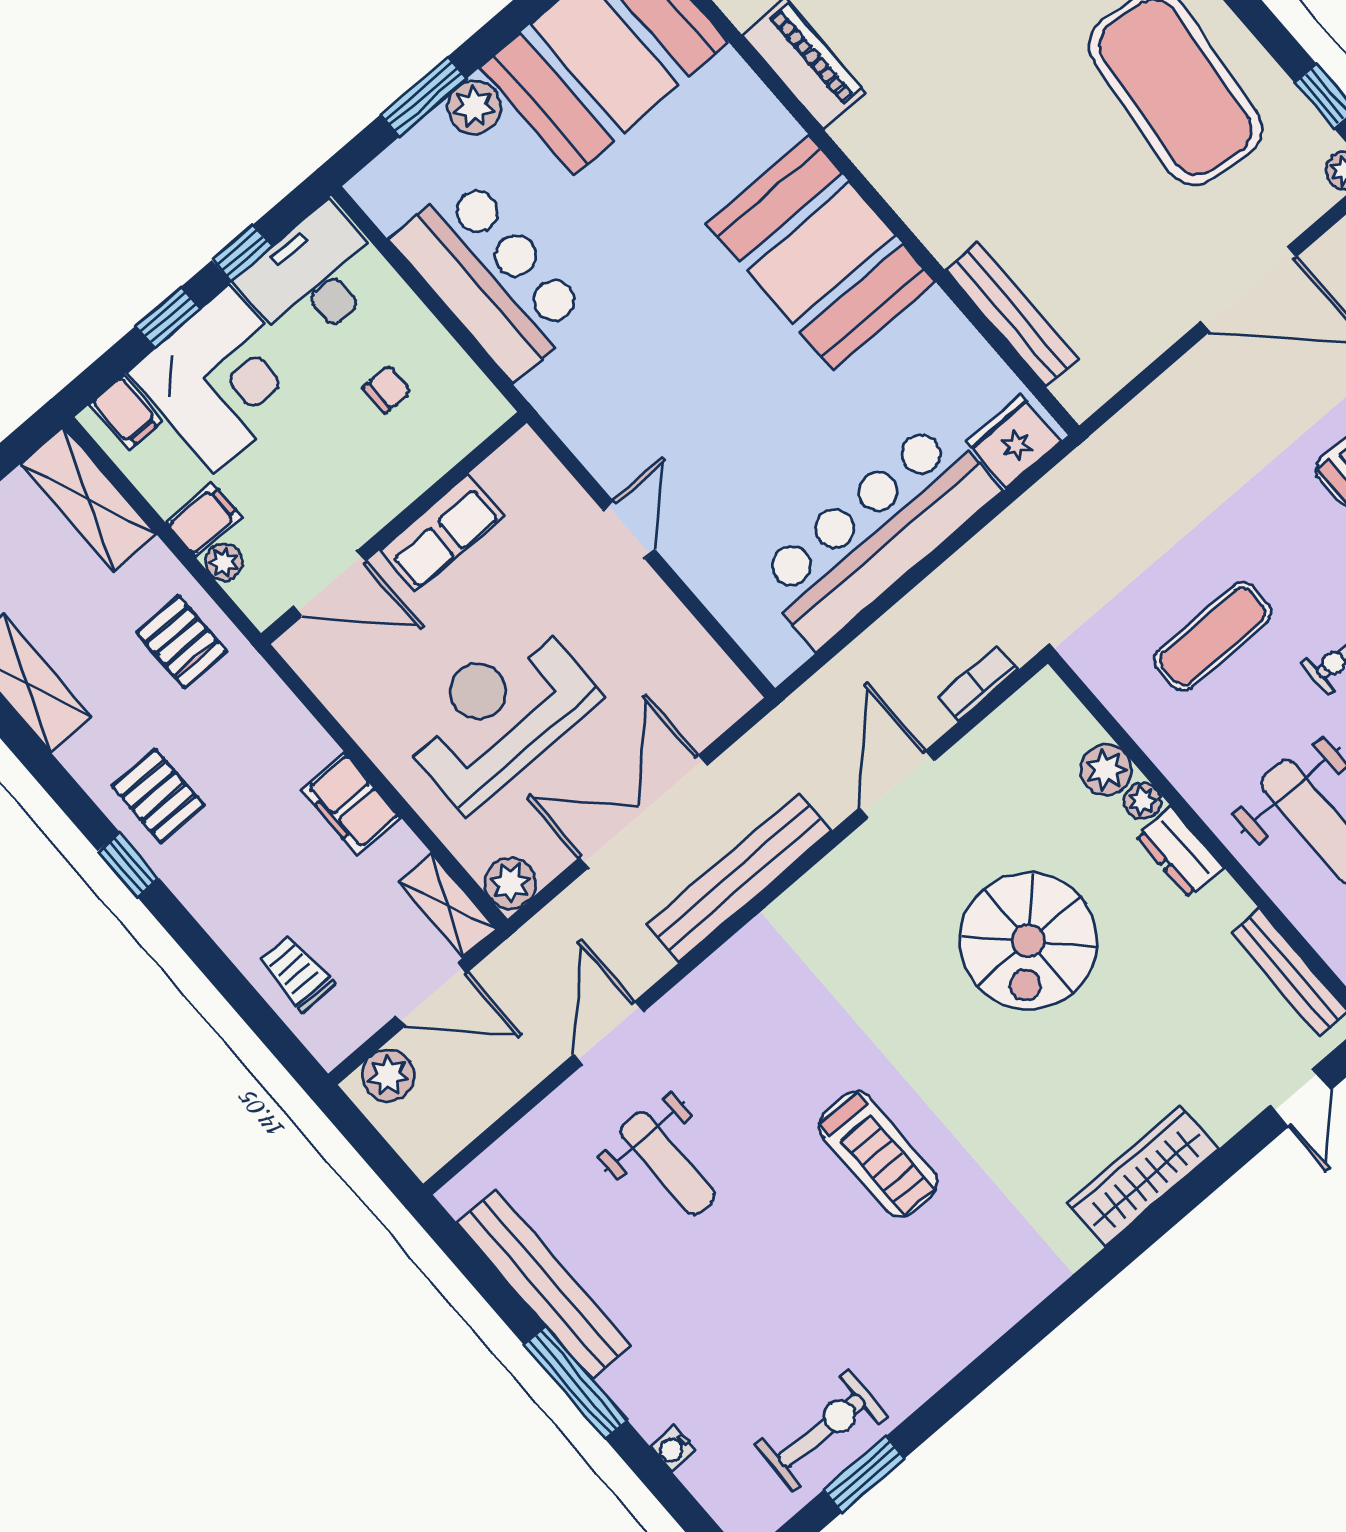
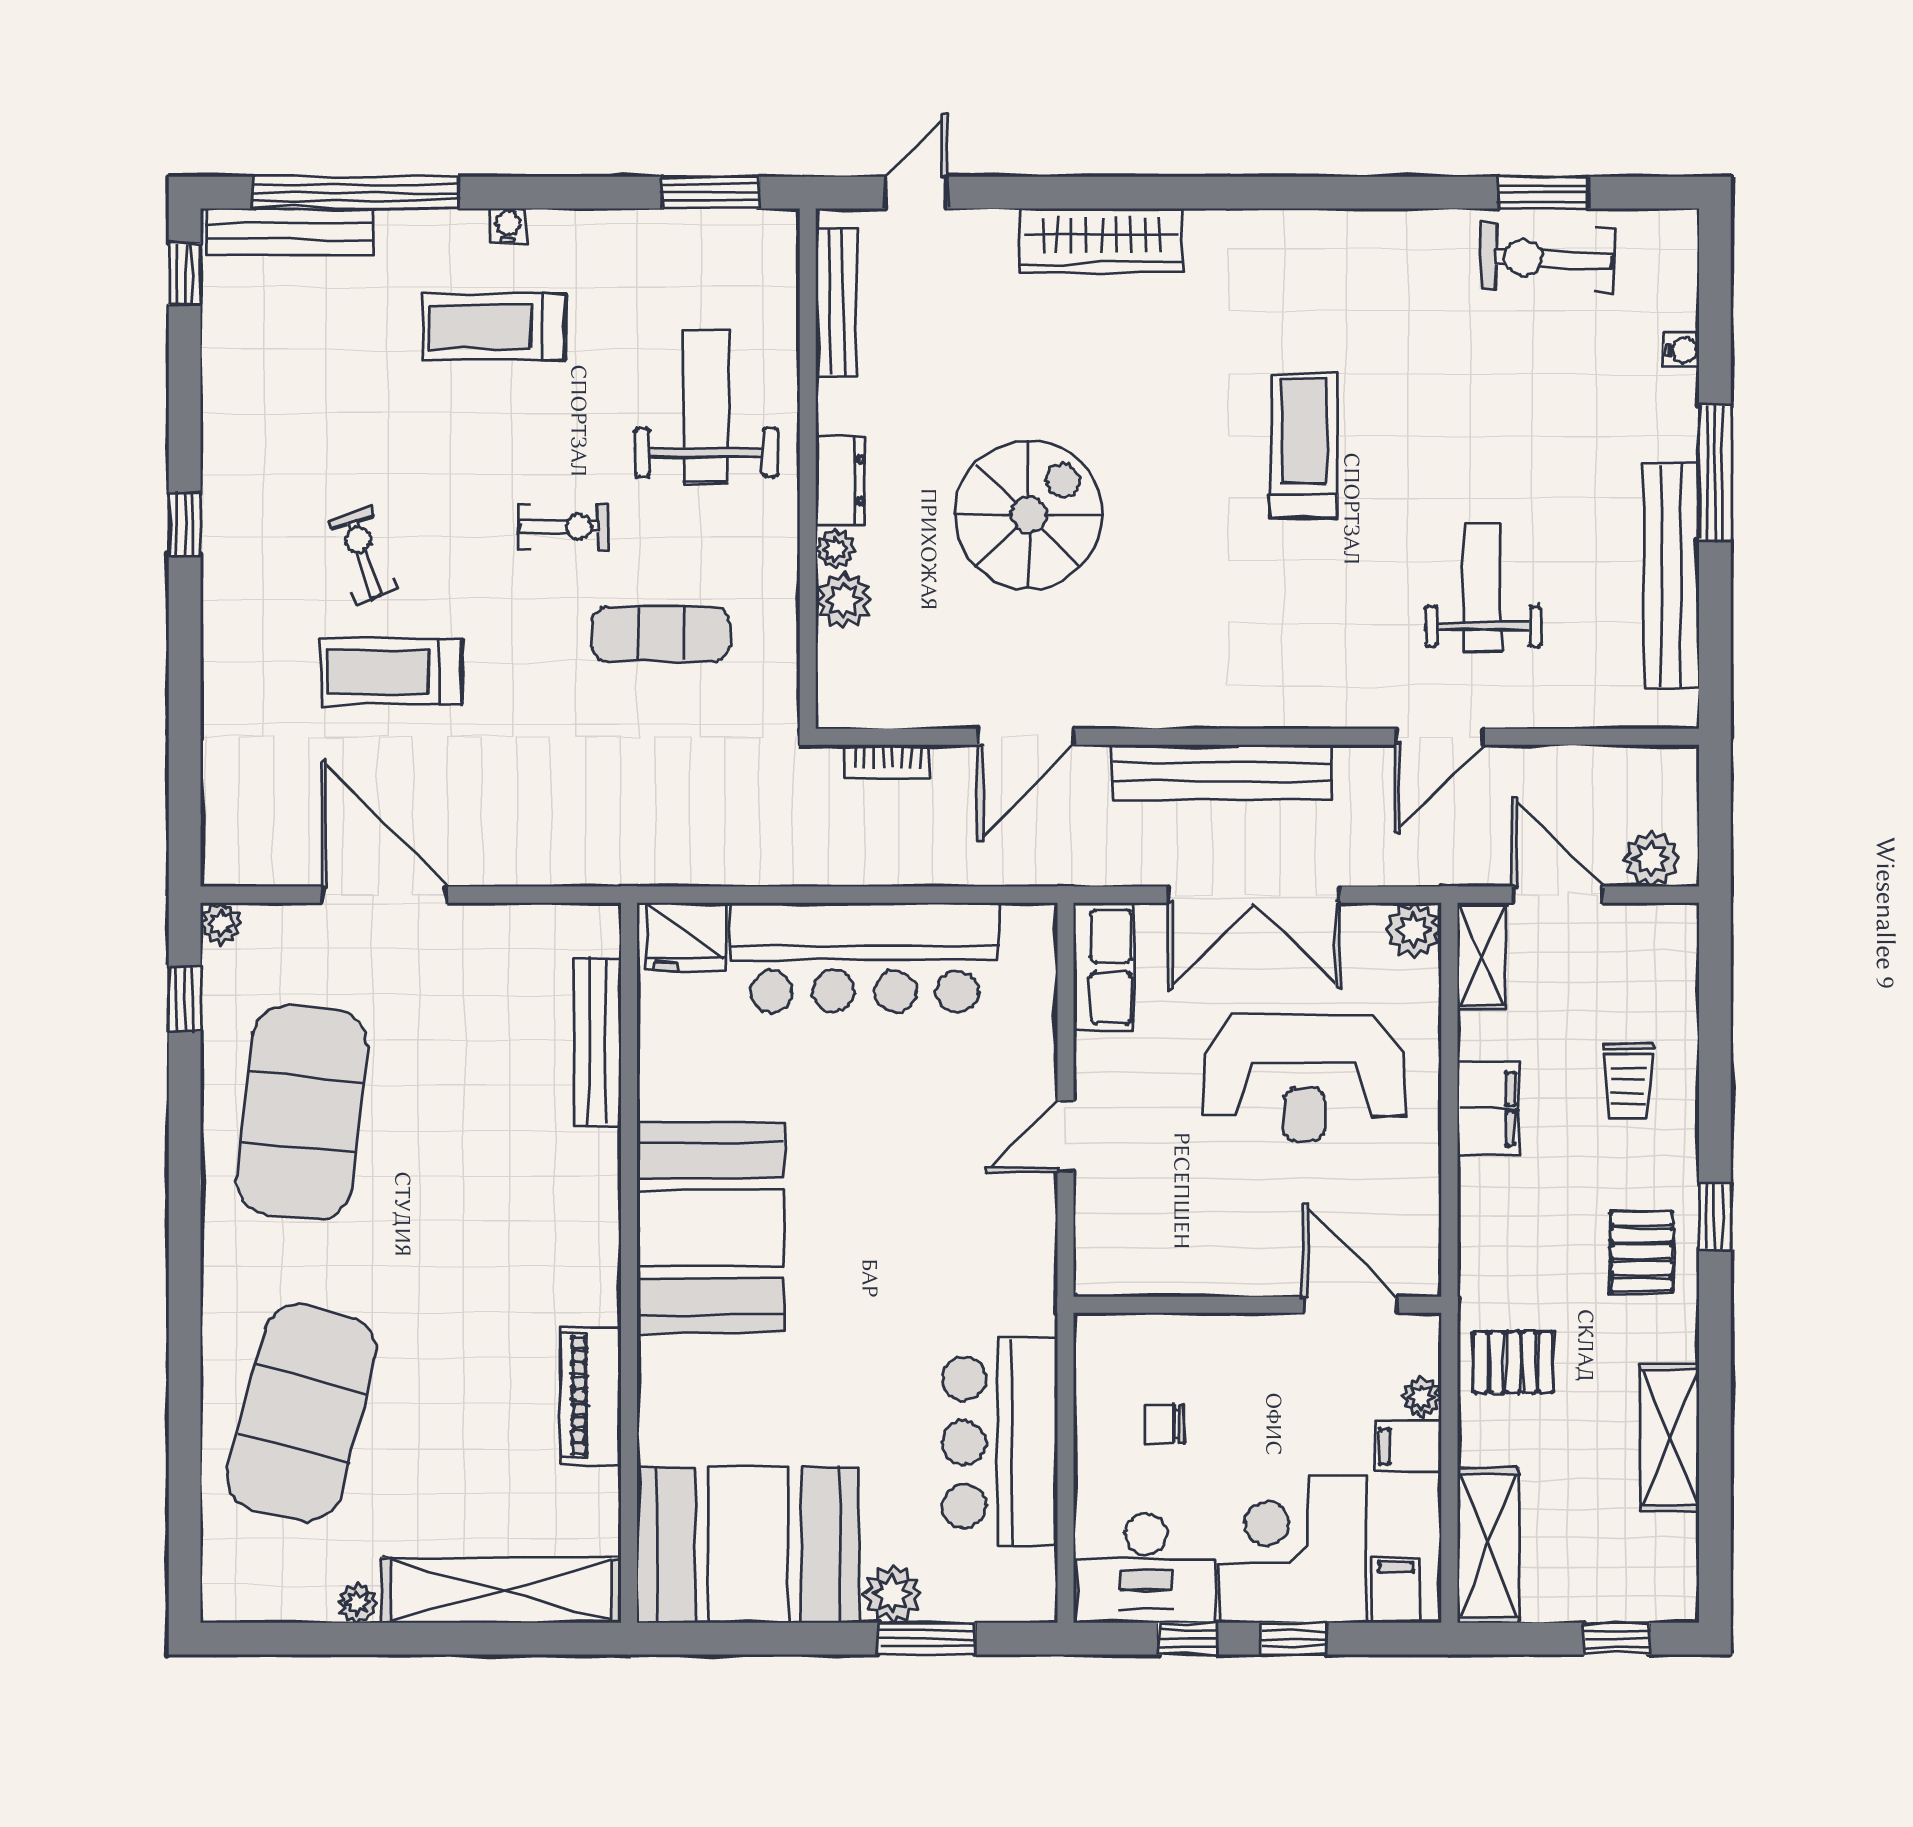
row of seats: (442, 533) -> (1104, 967), moved, turned 90
pallet: (181, 642) -> (1513, 1362), turned 90
trolley: (297, 973) -> (1628, 1081), moved

